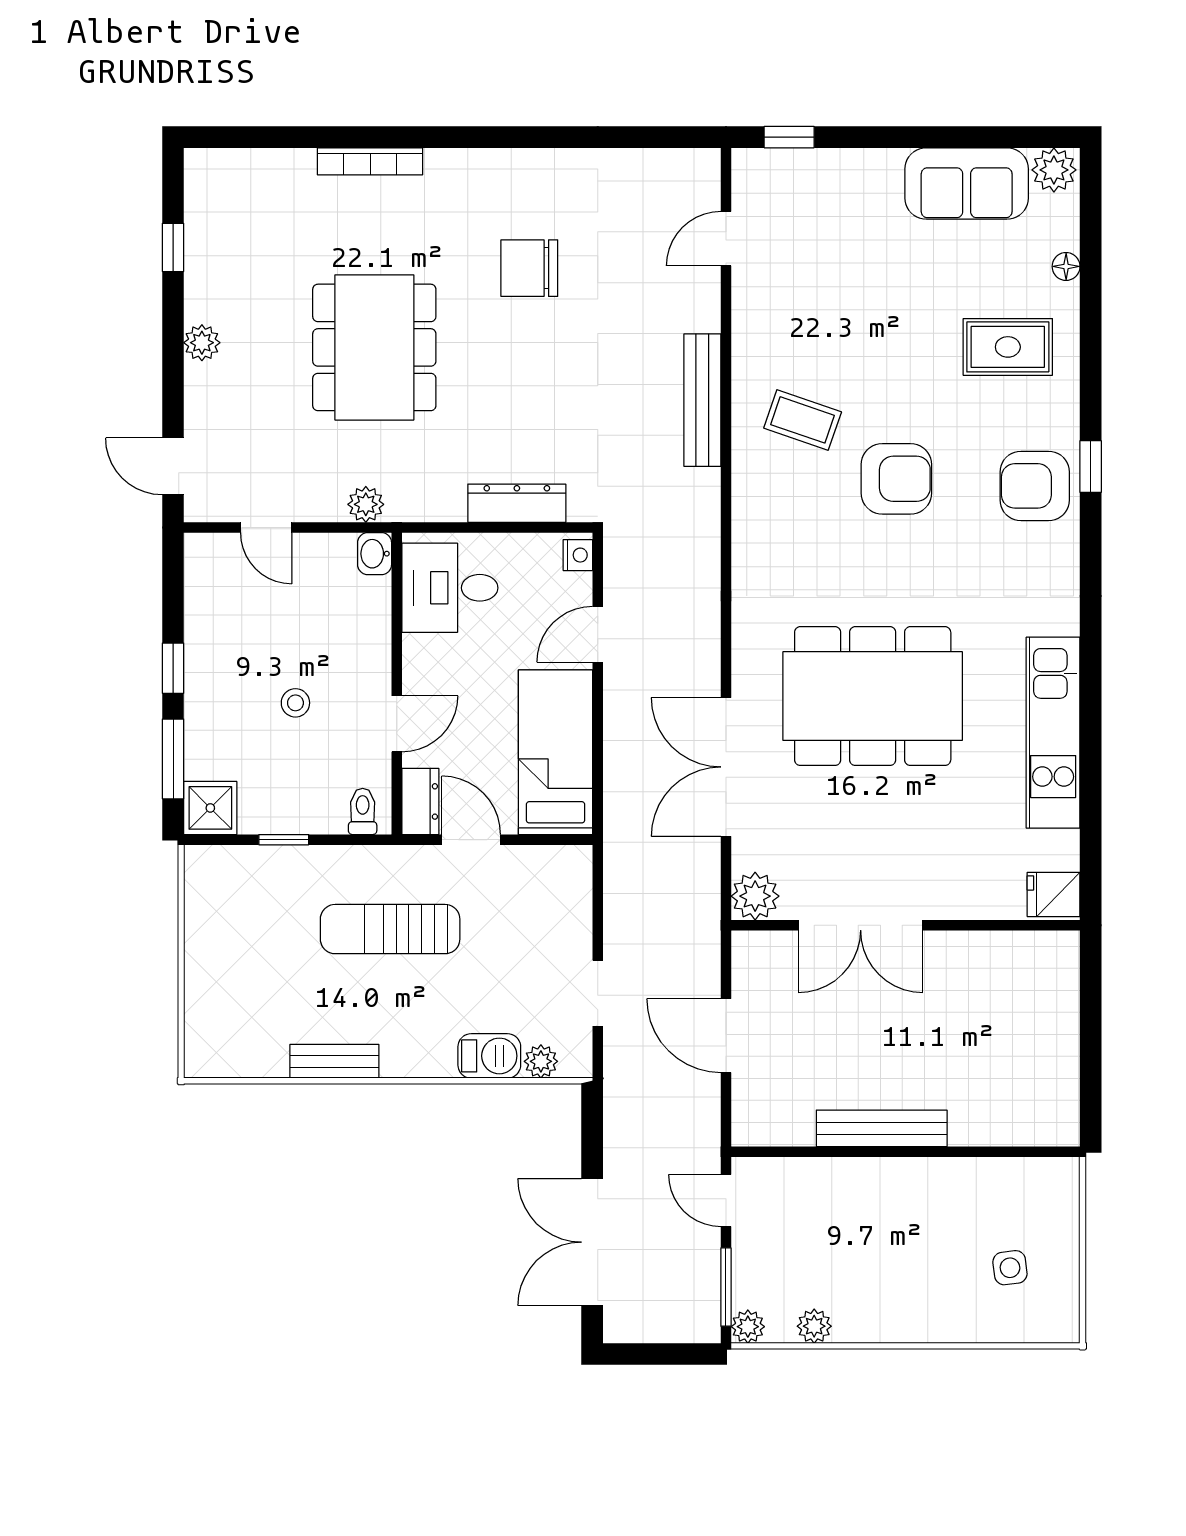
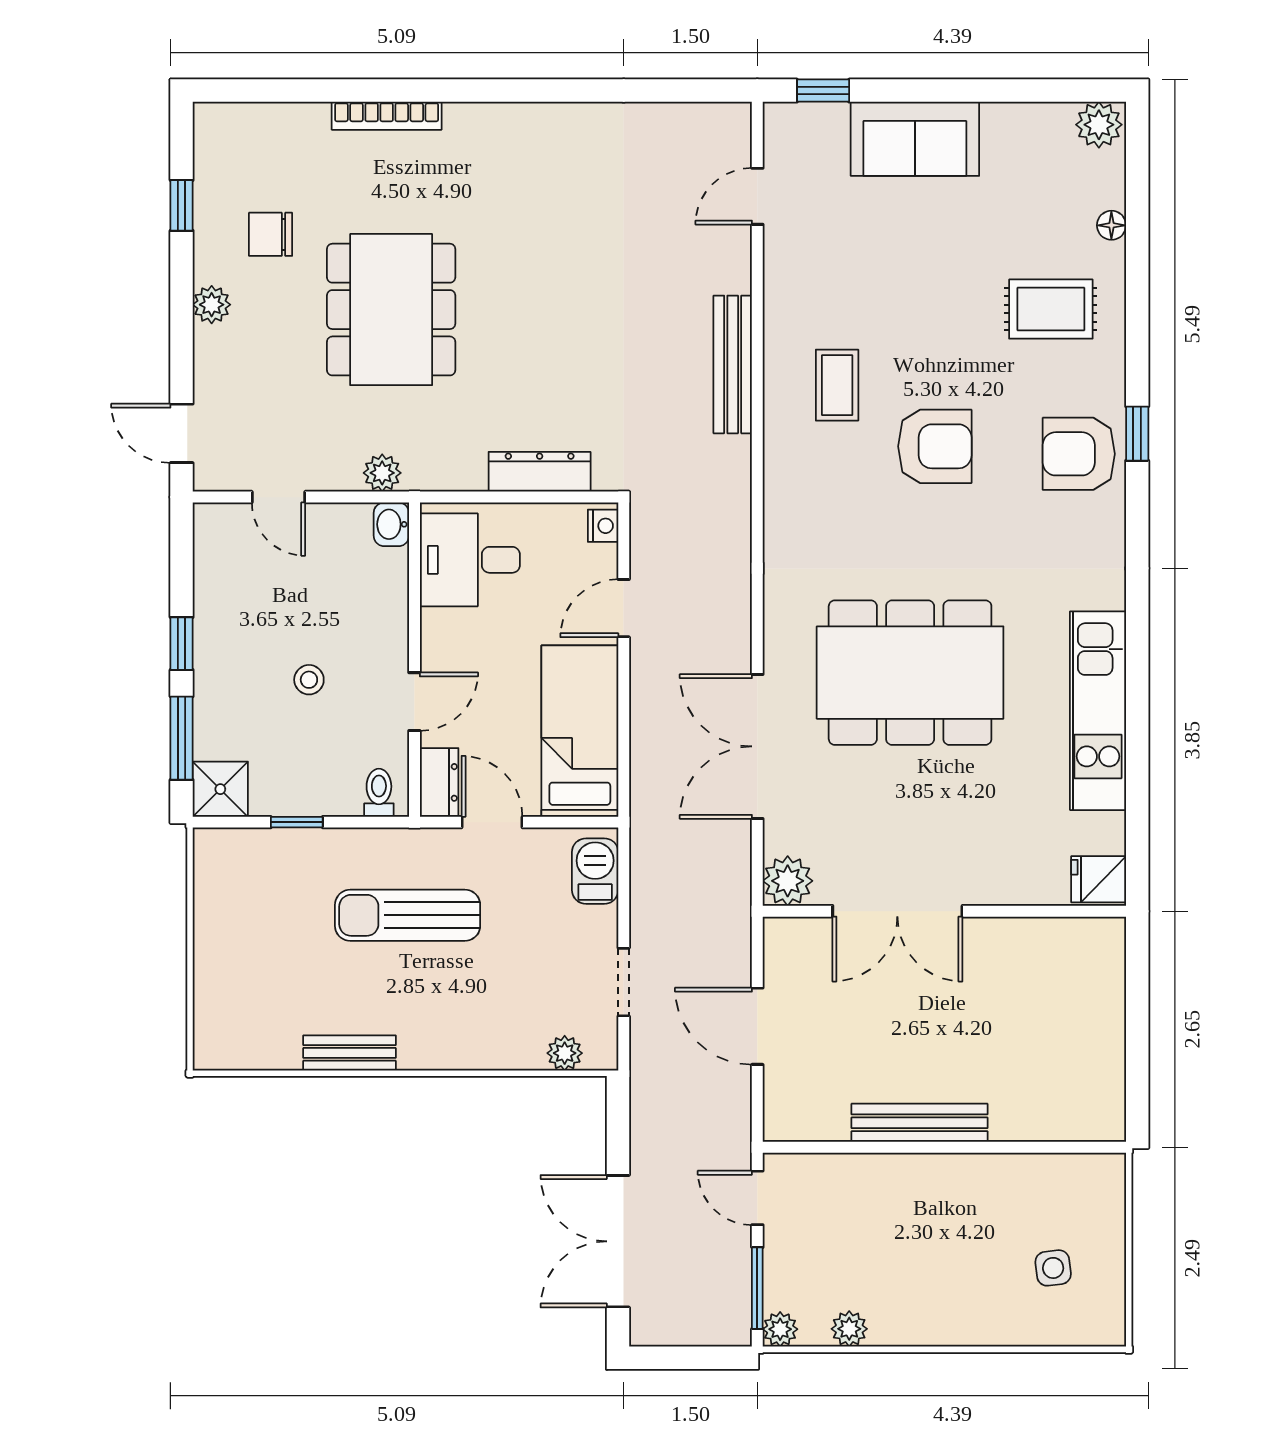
sofa: (967, 183) -> (915, 139), moved
chair: (529, 268) -> (271, 234), moved, width x0.73, depth x0.73
coffee table: (803, 420) -> (837, 385), turned 71
barbecue: (489, 1056) -> (595, 871), moved, turned -90

